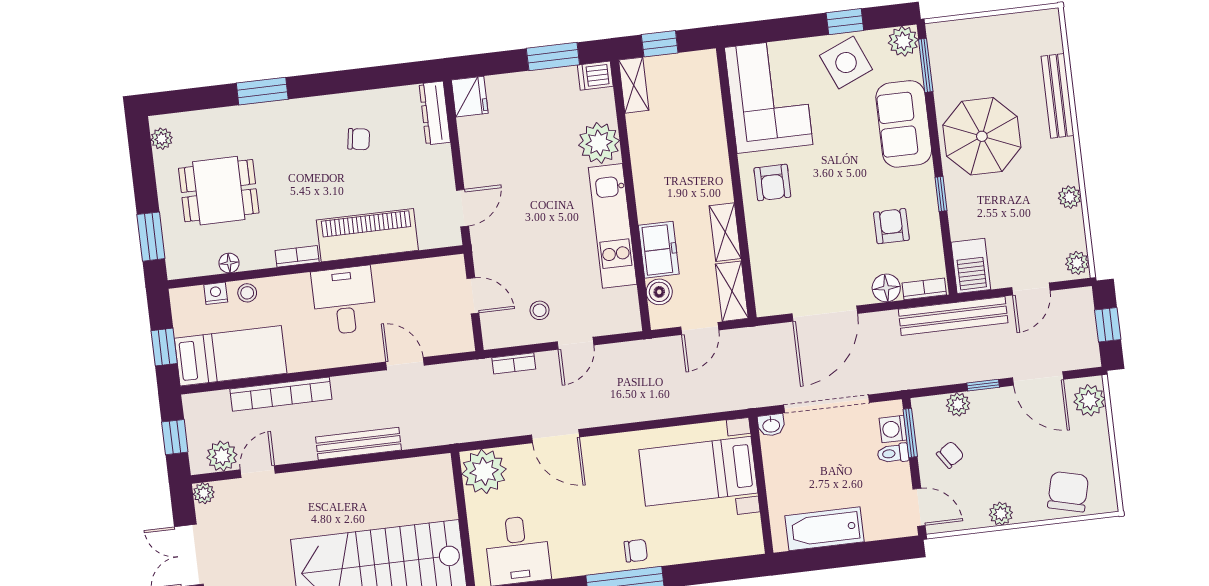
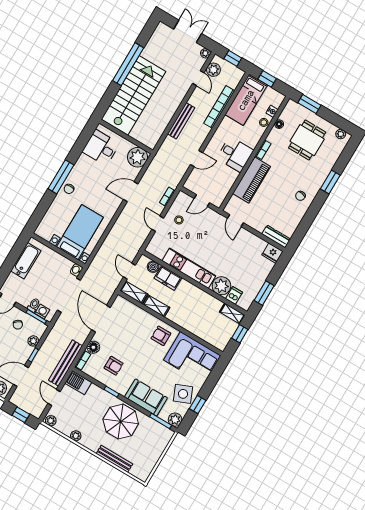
dishwasher: (595, 76) -> (234, 296), moved
chair: (359, 139) -> (300, 196), moved

